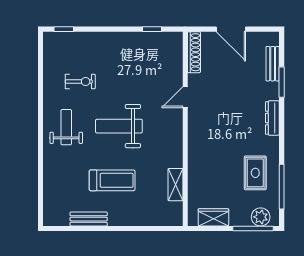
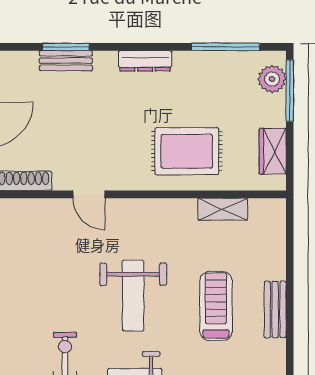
bench: (273, 64) -> (66, 61), moved
dresser: (272, 118) -> (145, 61), moved
rug: (255, 173) -> (187, 151), moved, width x1.36, depth x1.43
bench: (89, 219) -> (275, 310), moved

